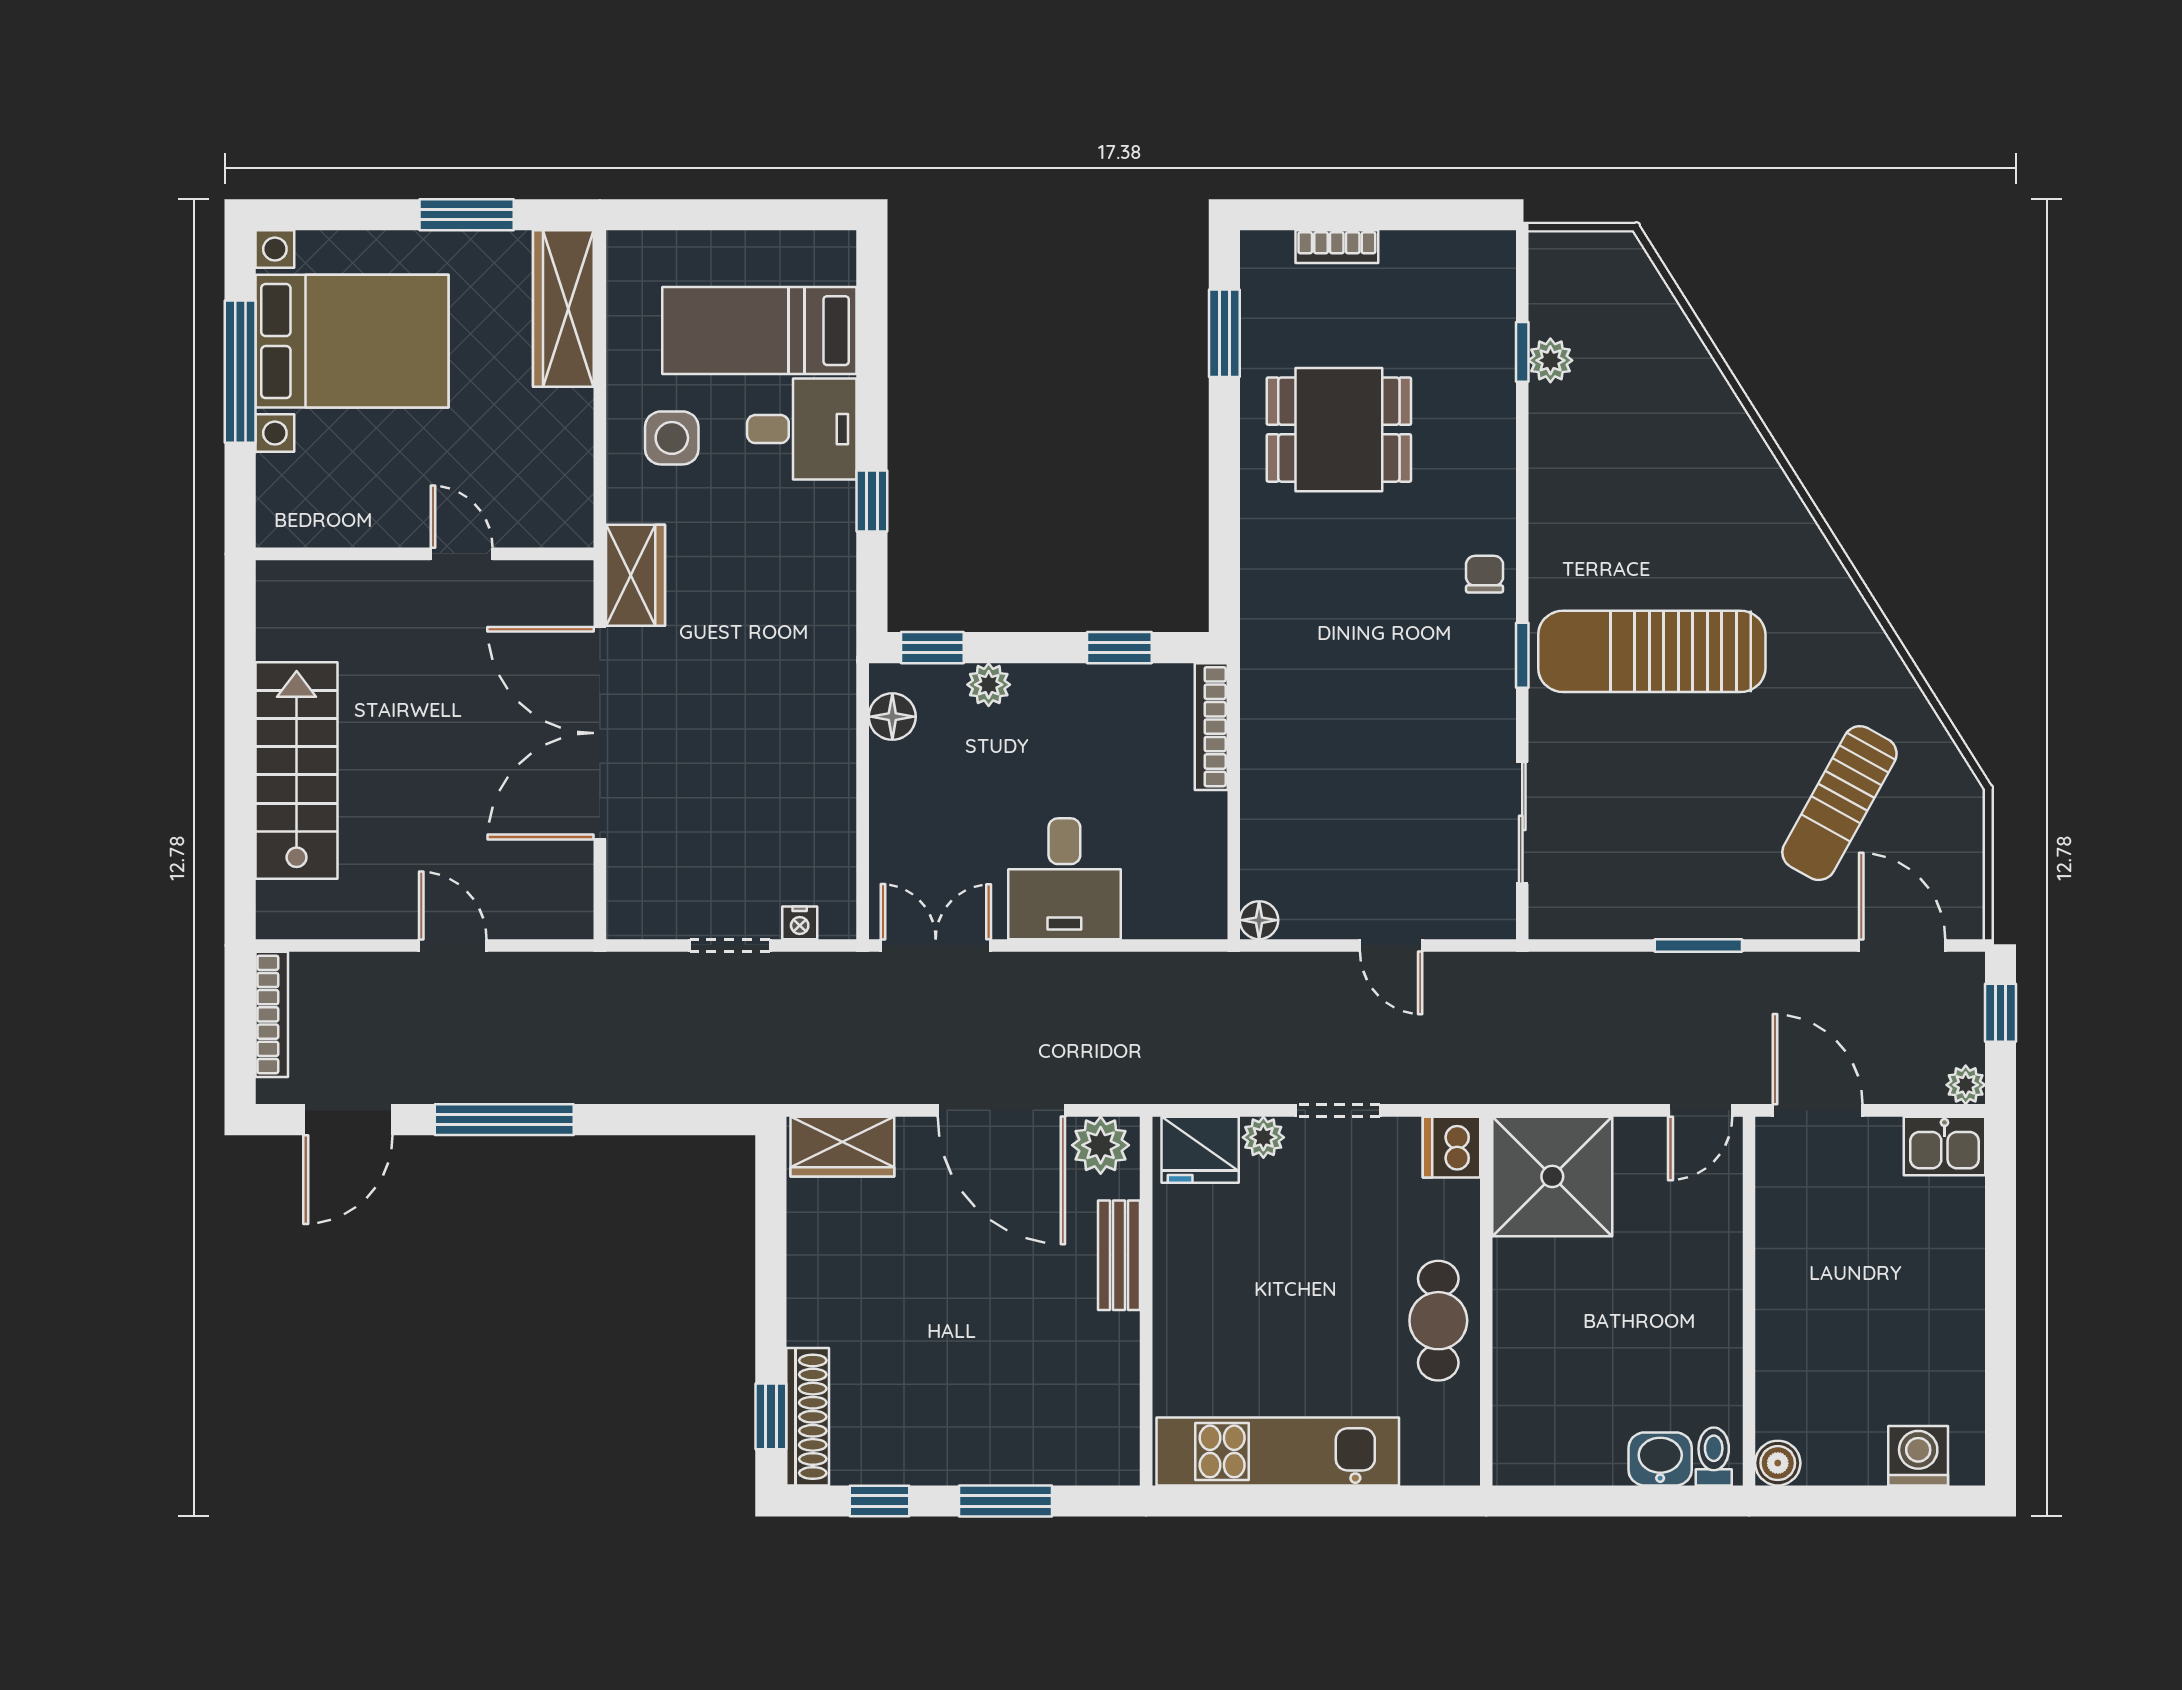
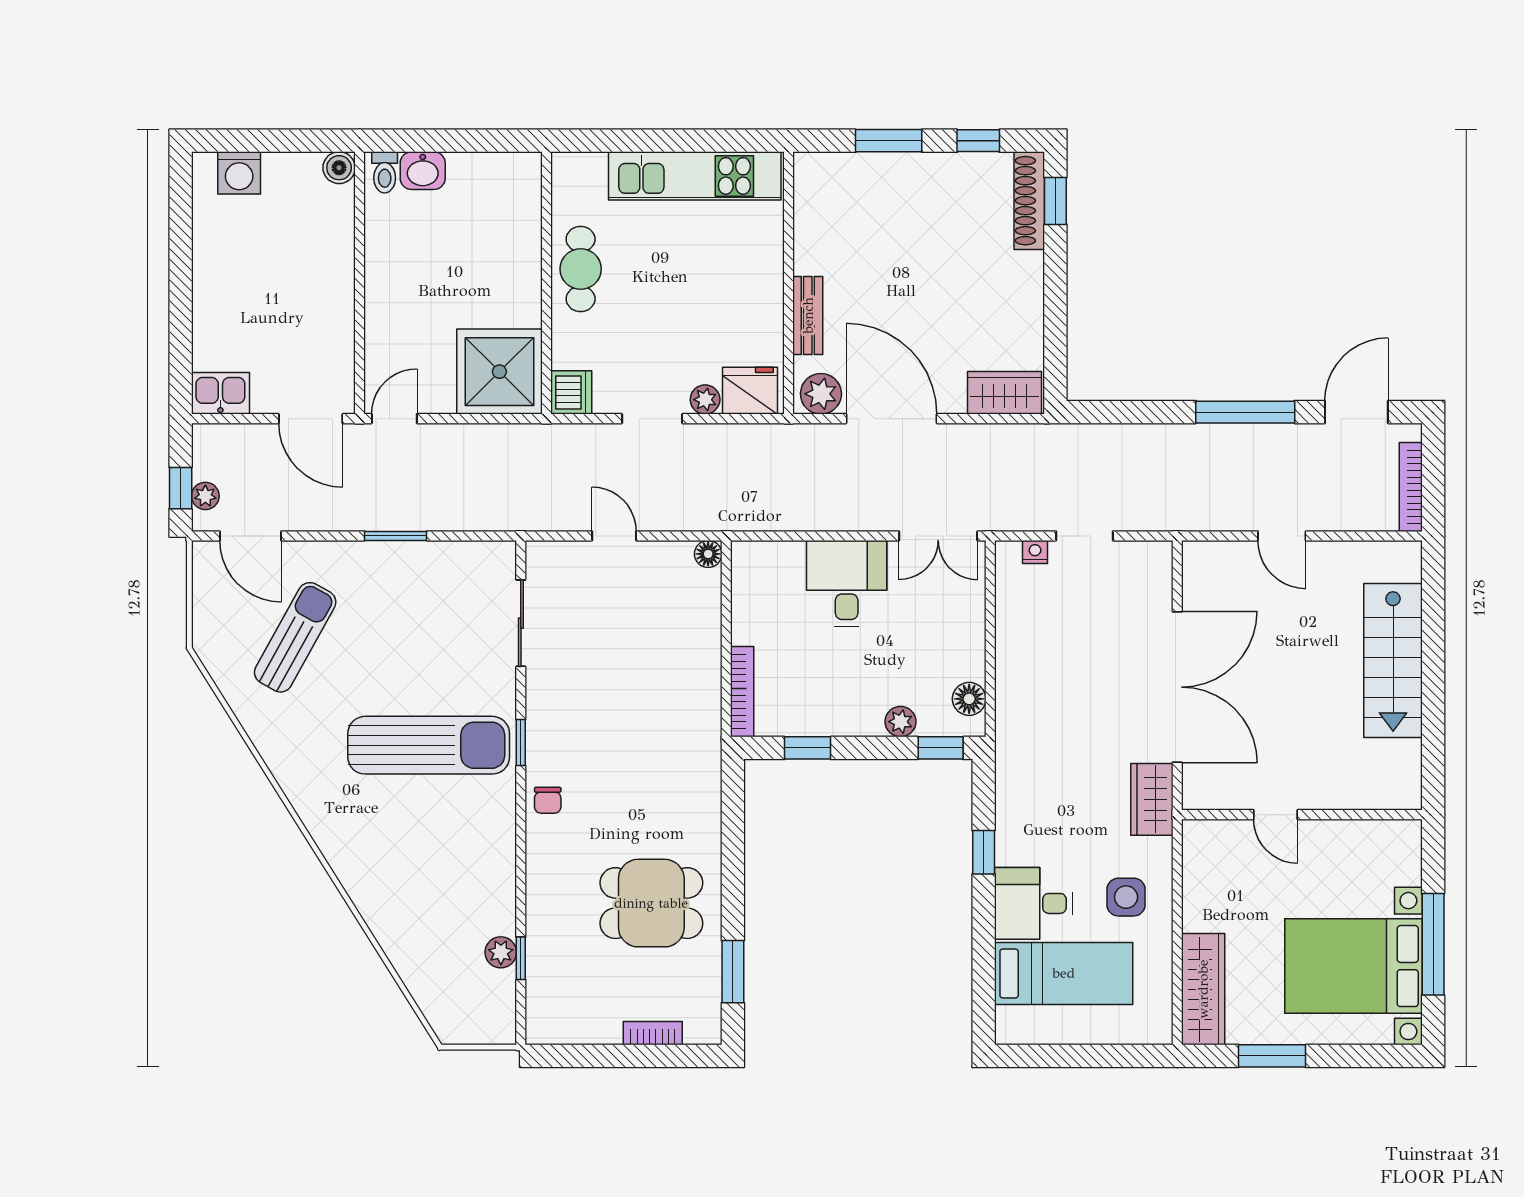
plant: (1966, 1085) -> (205, 496), moved

